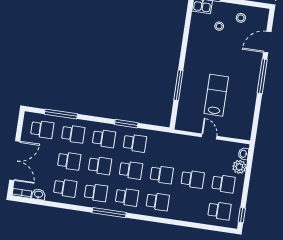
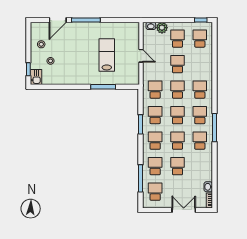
door: (267, 42) -> (58, 20), hinge flipped
lab bench: (216, 95) -> (107, 55), turned 90
door: (209, 136) -> (141, 56), swing flipped
double door: (15, 161) -> (184, 210), width x0.73
school desk: (65, 188) -> (155, 90), moved

